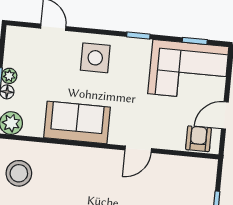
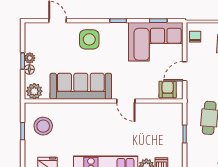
sofa: (77, 122) -> (81, 86), width x1.36
door: (138, 149) -> (126, 101), hinge flipped

